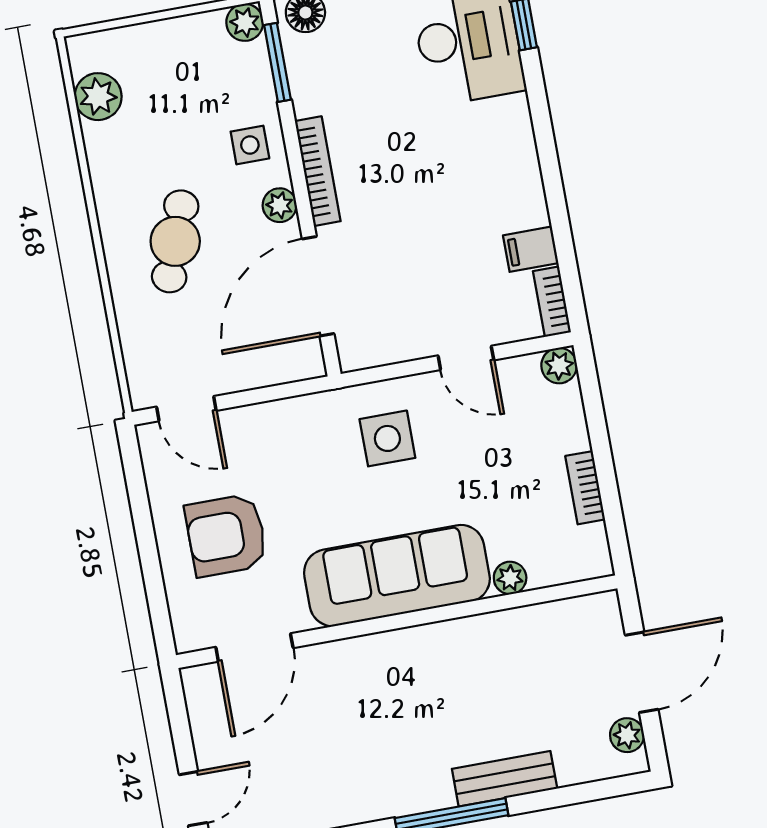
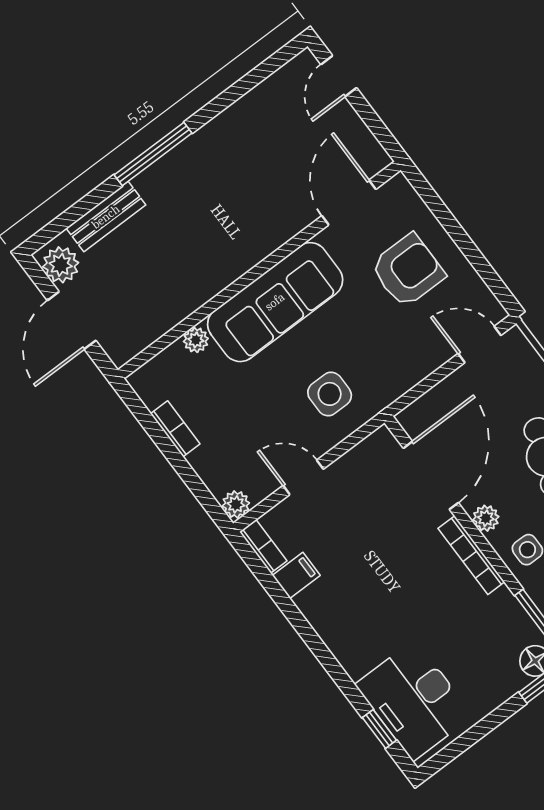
plant: (627, 735) -> (61, 265), width x1.38, depth x1.38
bench: (505, 779) -> (106, 217), moved

